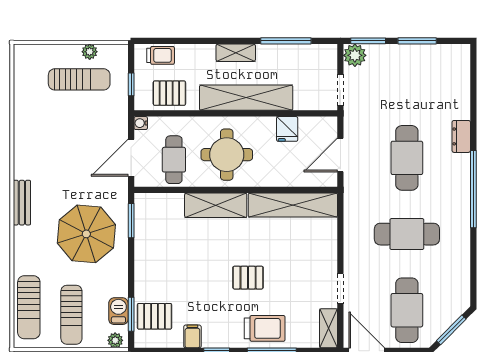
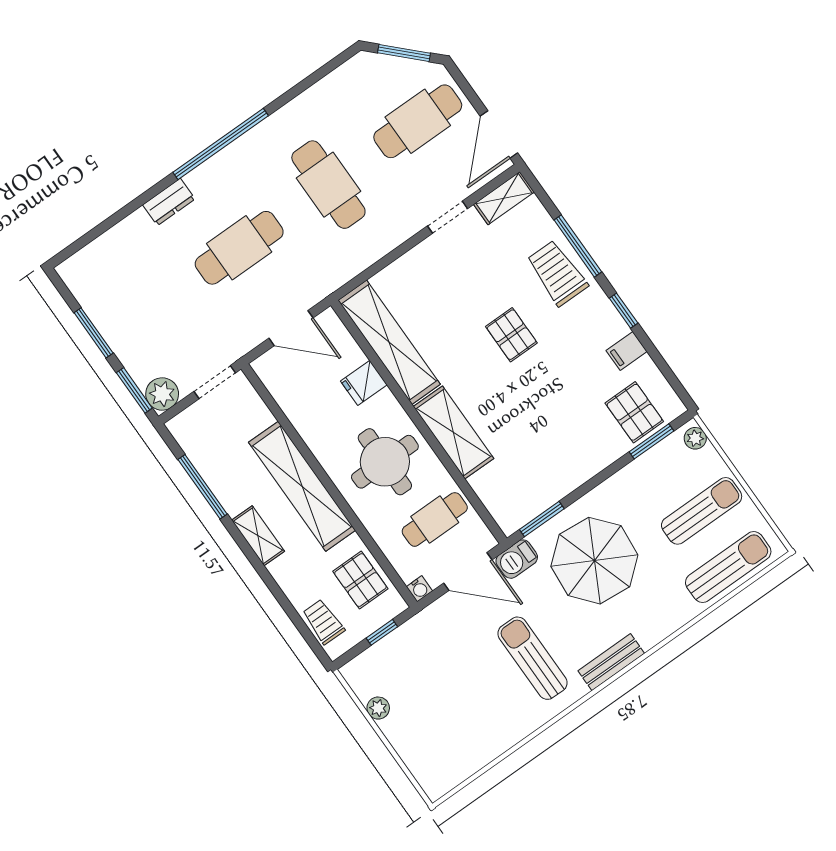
sun lounger: (79, 79) -> (532, 658), moved
fridge: (287, 129) -> (364, 383), moved, turned 180
barbecue: (118, 311) -> (517, 559), moved

